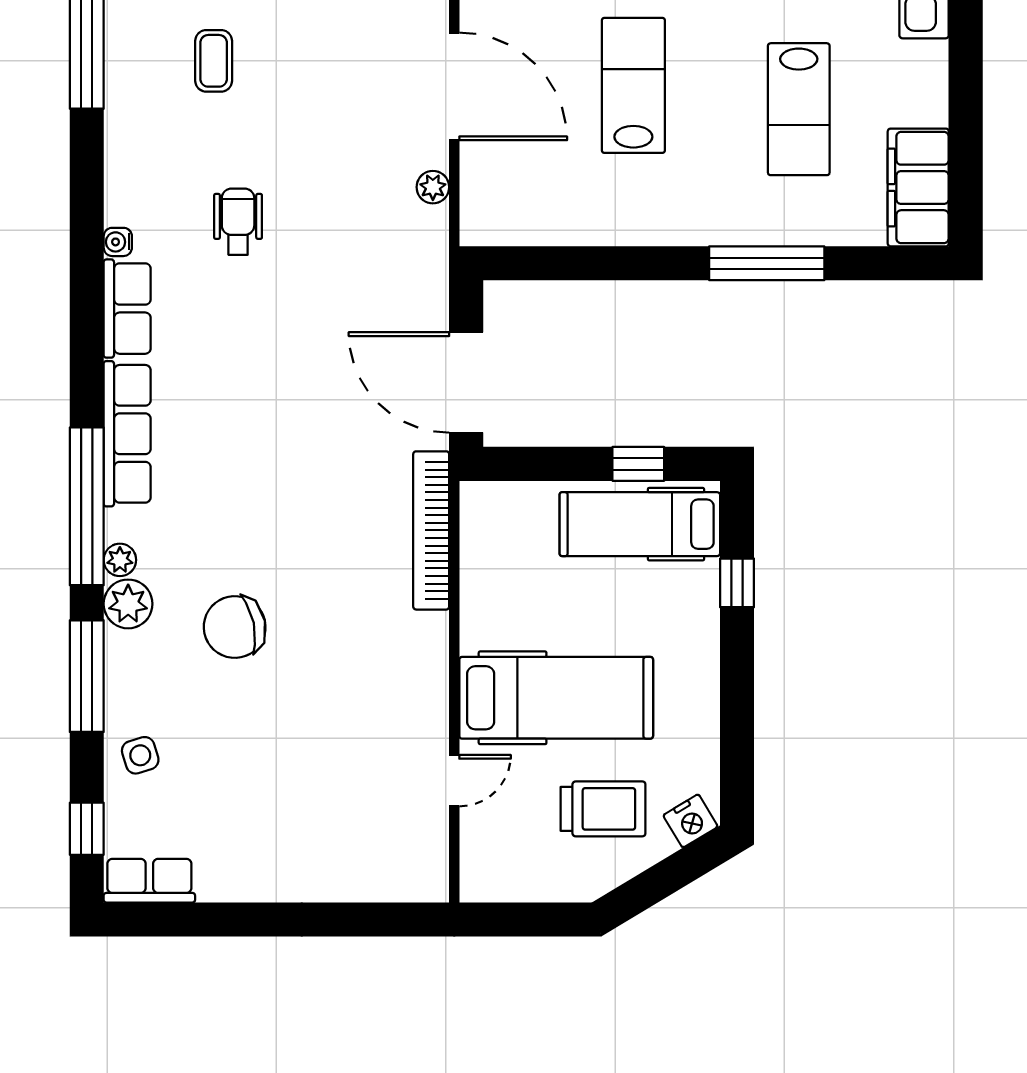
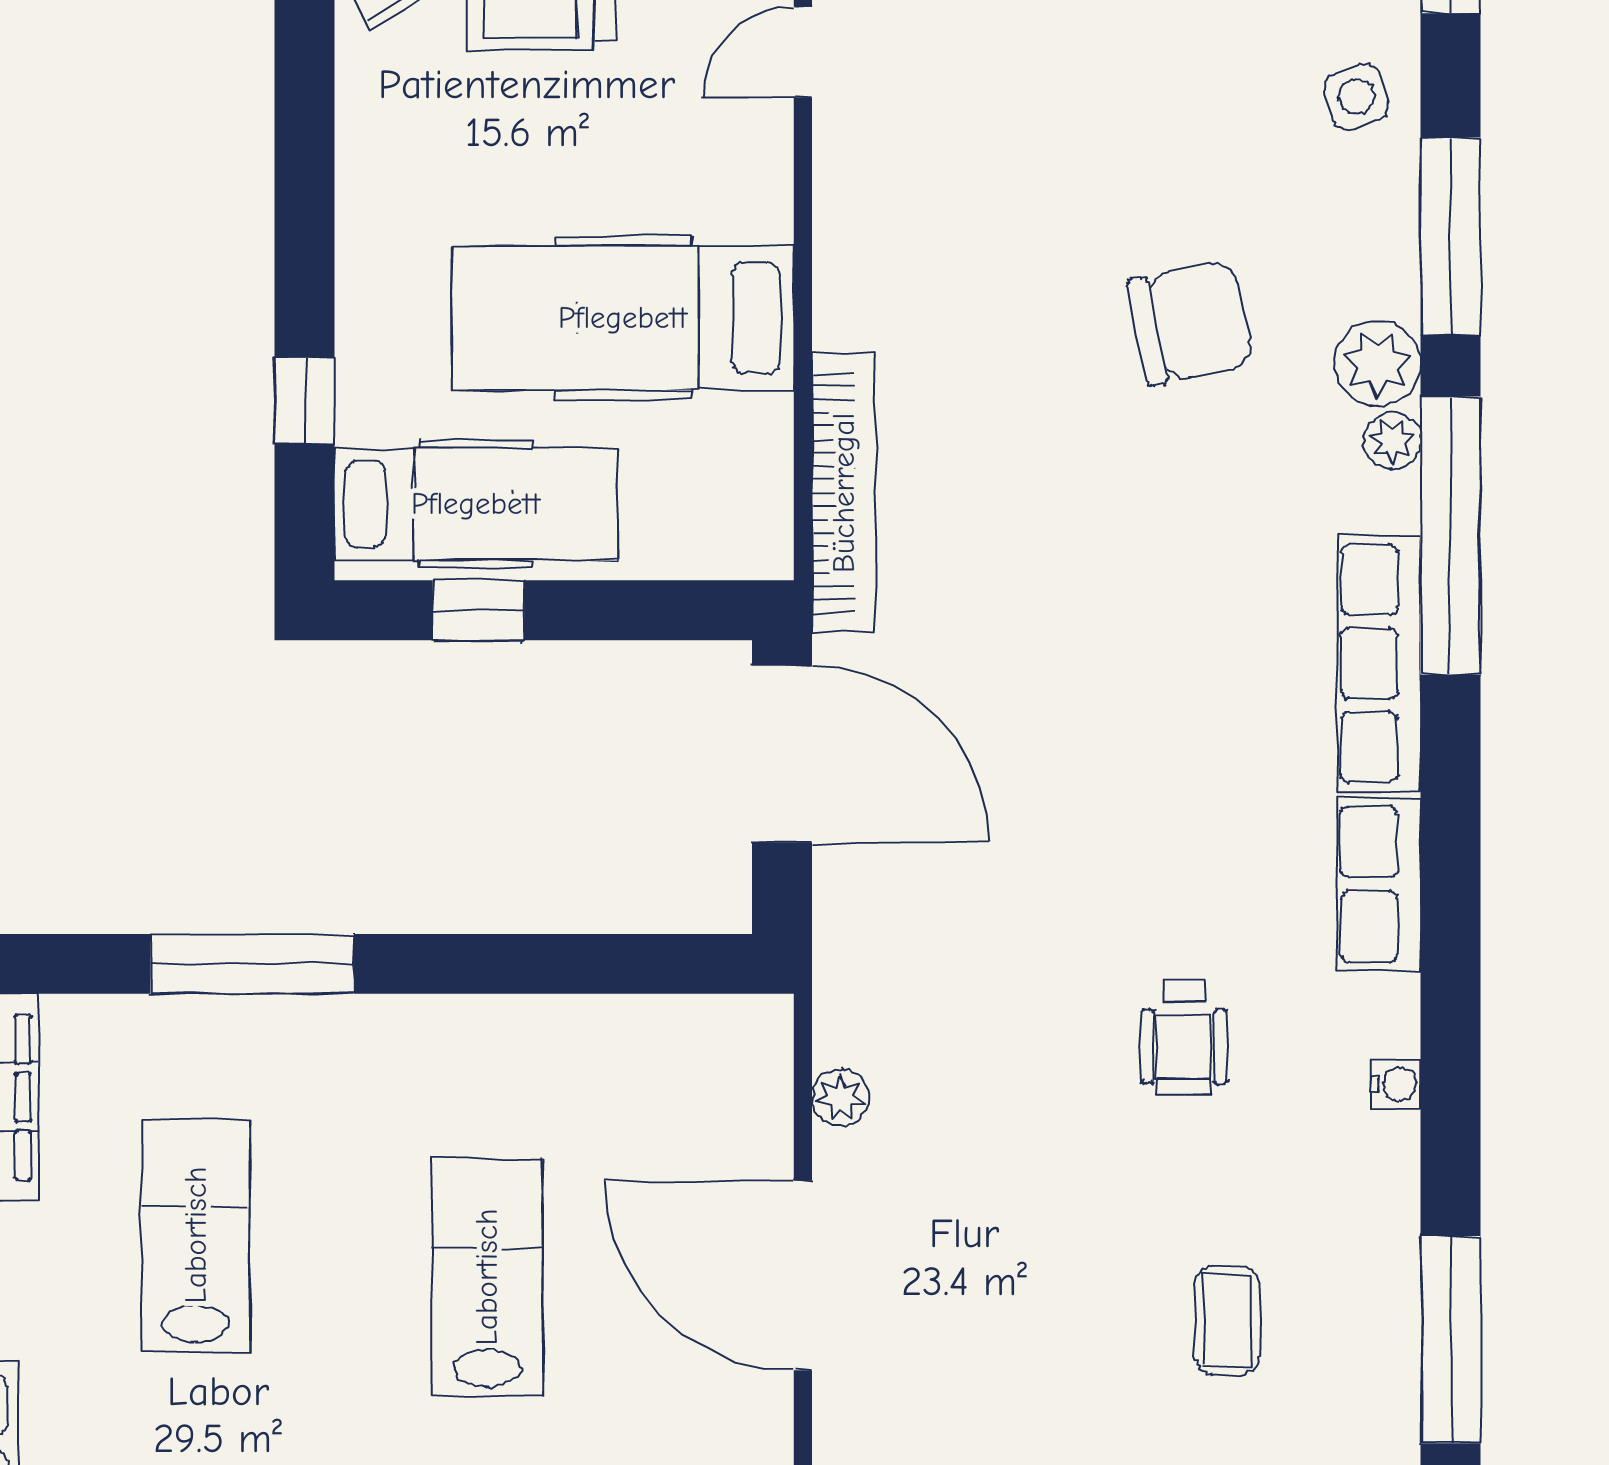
lab bench: (633, 85) -> (487, 1277), turned 180
water cooler: (118, 242) -> (1396, 1084), moved
hospital bed: (556, 698) -> (623, 318), moved

